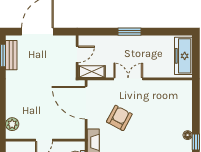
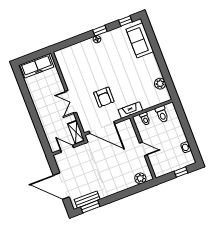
window: (129, 32) -> (34, 115), removed
door: (86, 103) -> (102, 127), hinge flipped
armchair: (119, 118) -> (104, 97), turned -118

